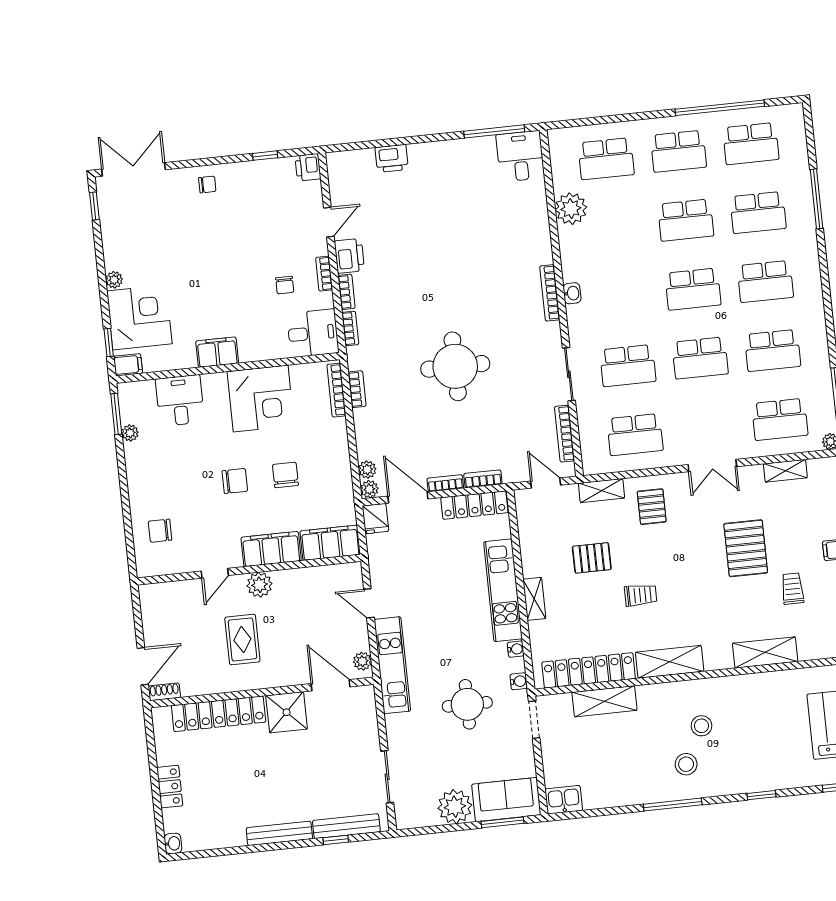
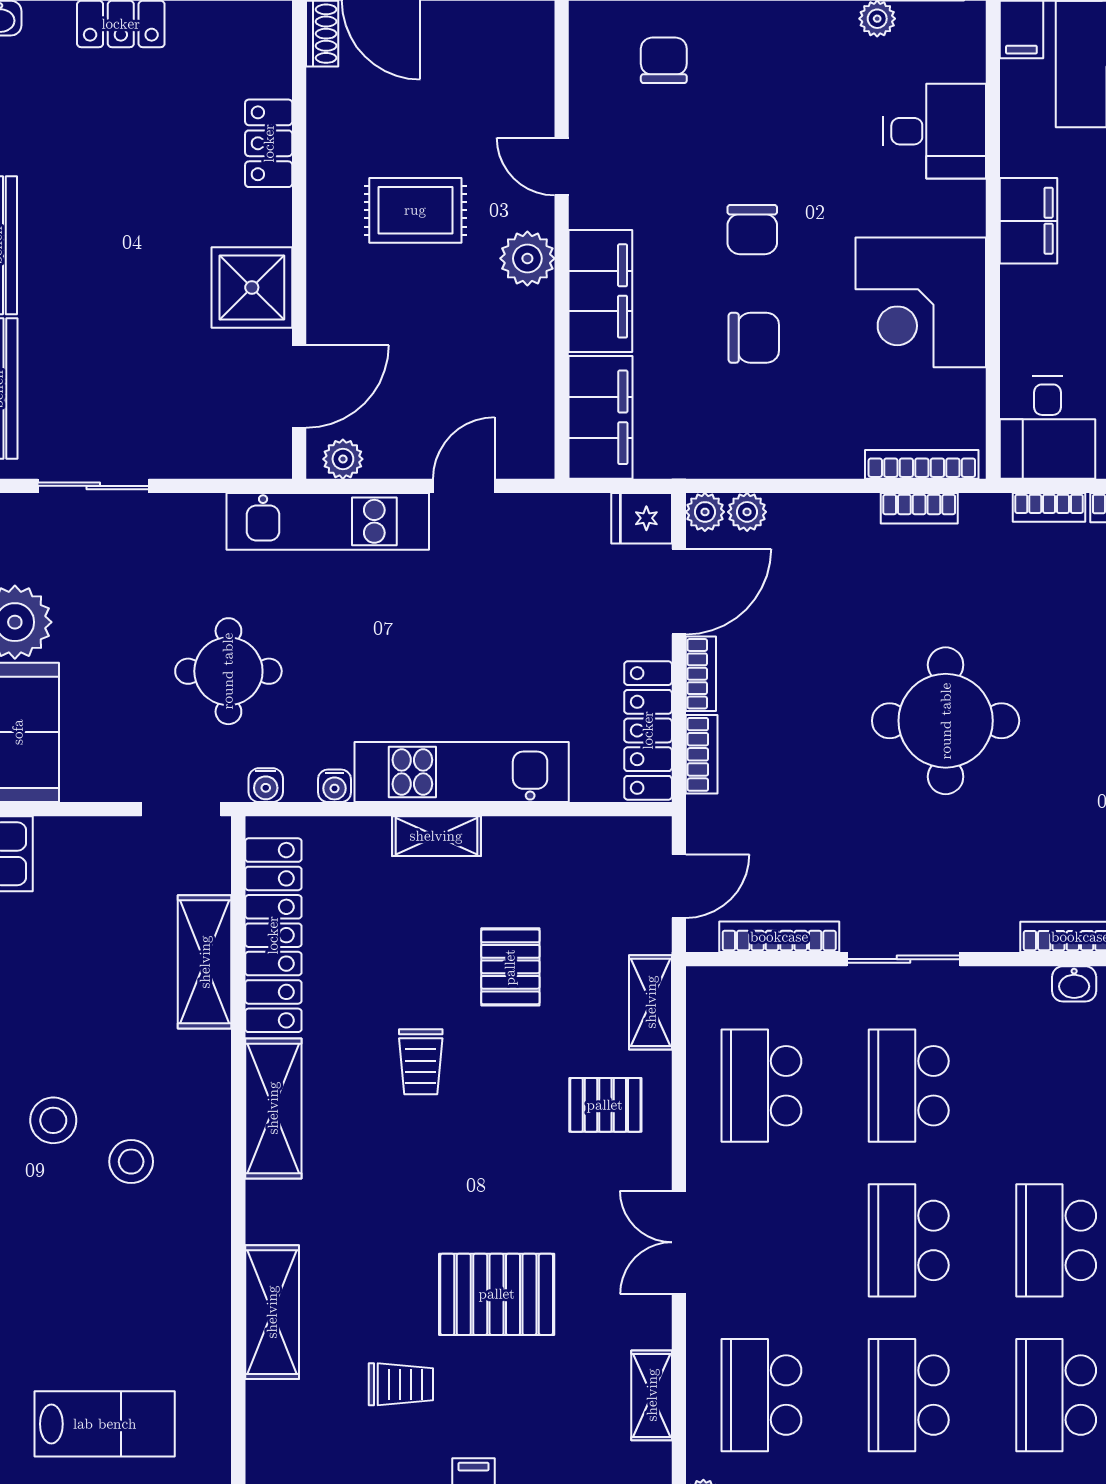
locker: (219, 714) -> (269, 143), width x0.46, depth x0.83

